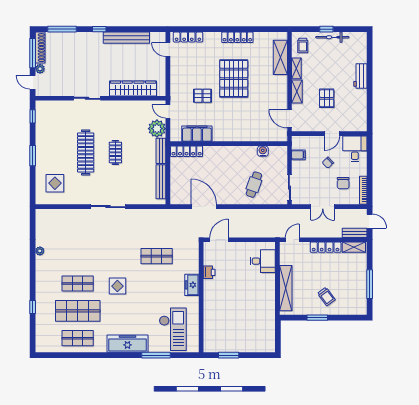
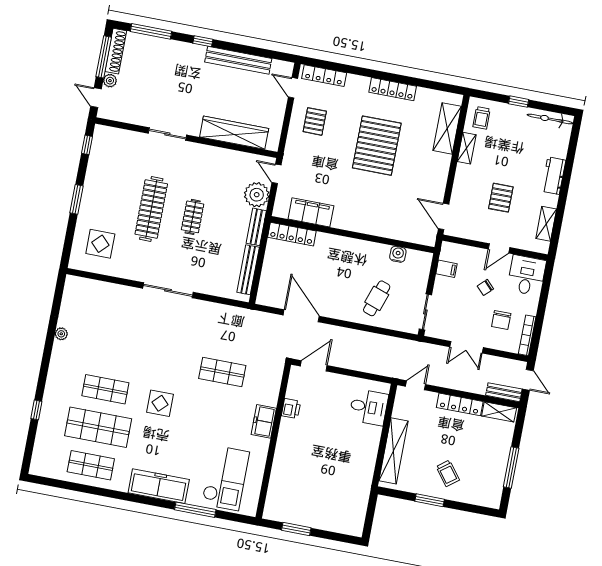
bicycle: (332, 37) -> (550, 119), moved
shelving: (297, 92) -> (546, 224), moved
pallet: (202, 96) -> (315, 121), moved, turned 90

